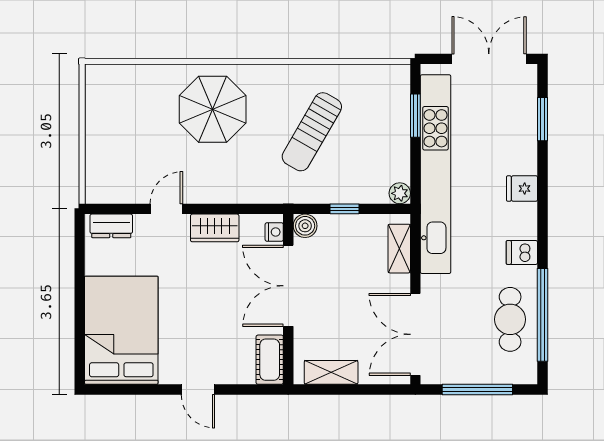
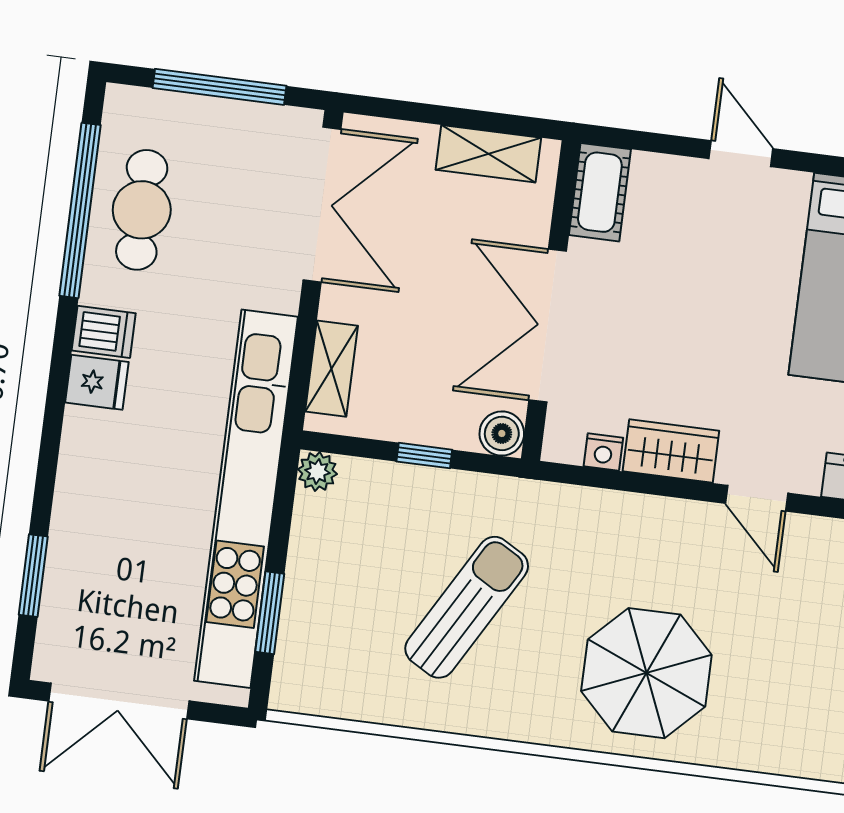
fridge: (522, 189) -> (97, 382), moved
door: (166, 209) -> (757, 498), hinge flipped
nightstand: (274, 232) -> (603, 452), moved, turned -90
double door: (288, 286) -> (548, 326), swing flipped

